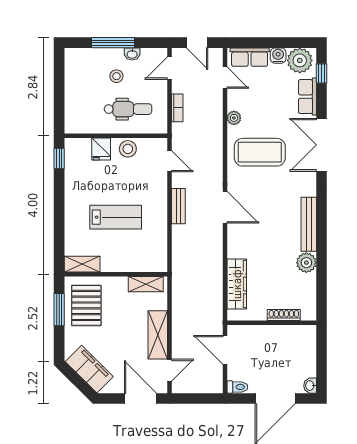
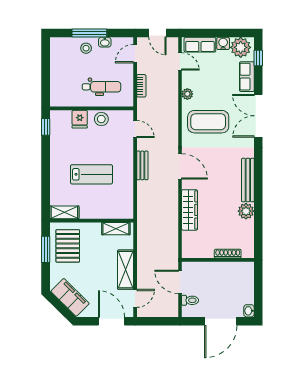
stool: (116, 76) -> (86, 48), moved
wardrobe: (237, 284) -> (190, 210), moved
toilet: (237, 387) -> (190, 300), moved

